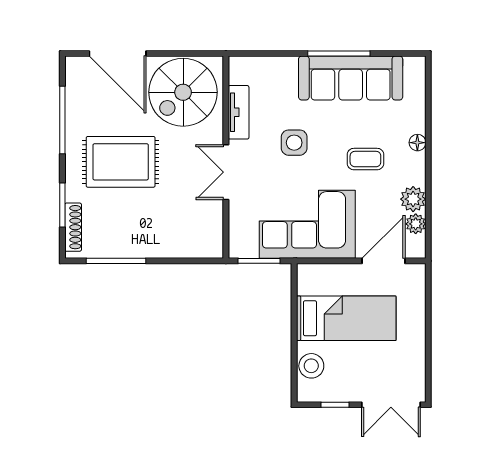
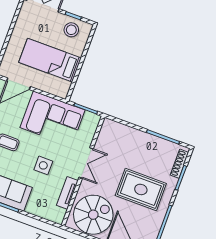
stool: (311, 366) -> (71, 30), moved

